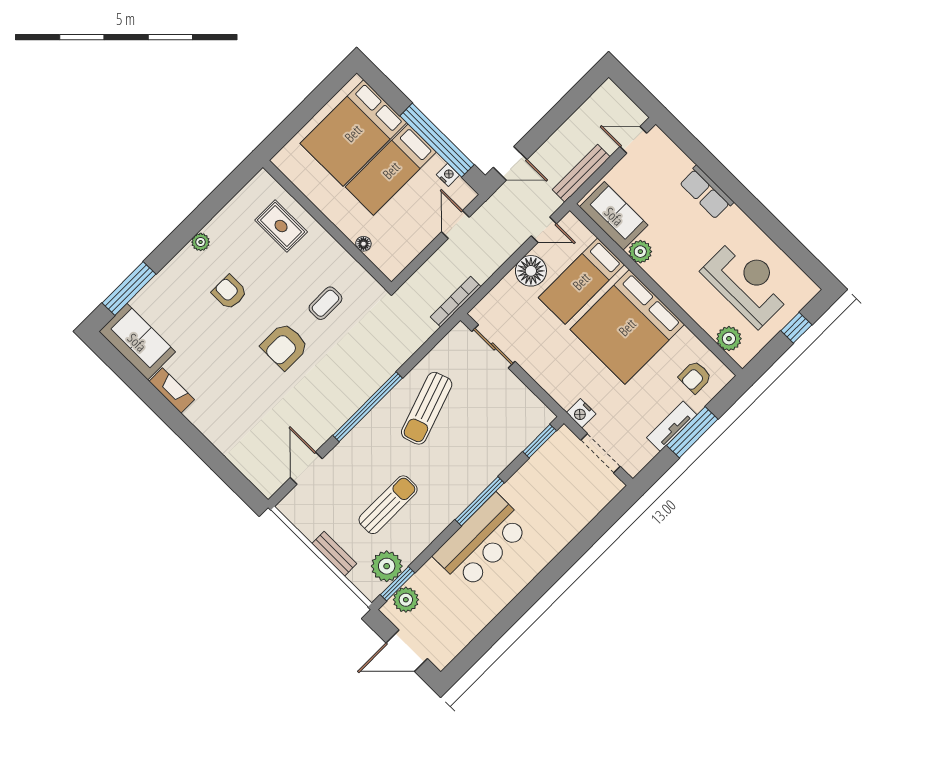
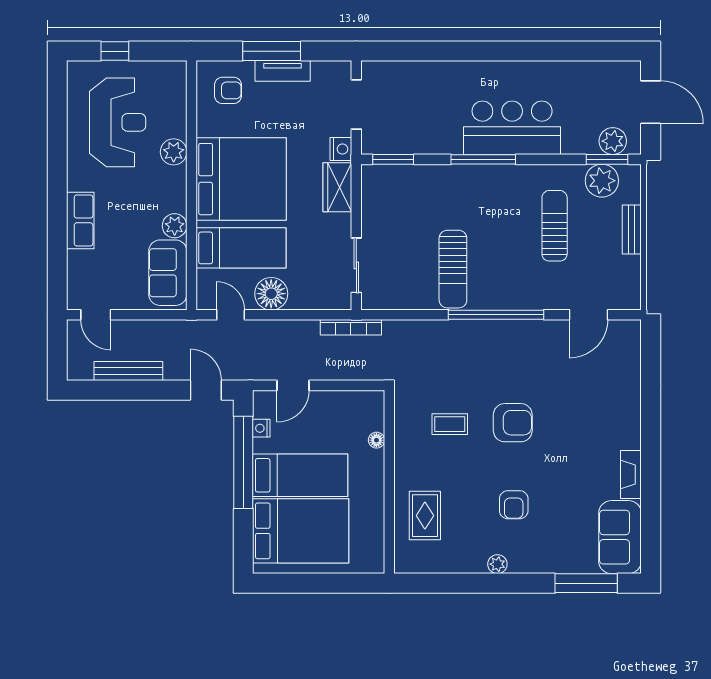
bench: (581, 173) -> (128, 371), moved
reception desk: (747, 282) -> (118, 122), turned 180
plant: (729, 339) -> (174, 152), moved
wardrobe: (558, 386) -> (337, 187), added
sun lounger: (427, 408) -> (453, 269), turned 109
sun lounger: (388, 505) -> (555, 226), turned 90

